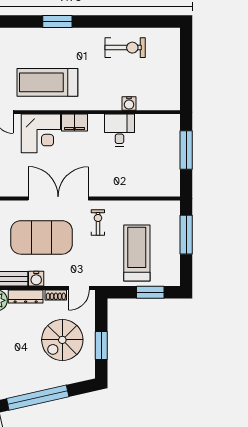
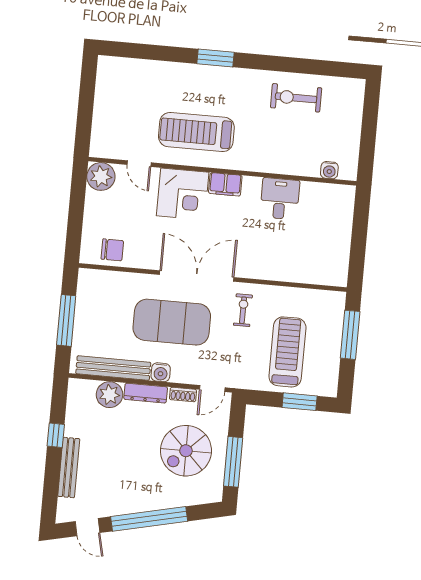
exercise bike: (125, 48) -> (296, 98), turned 180
water cooler: (129, 103) -> (329, 170), moved
window: (186, 150) -> (360, 231), removed
window: (101, 345) -> (233, 462), width x1.44

